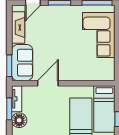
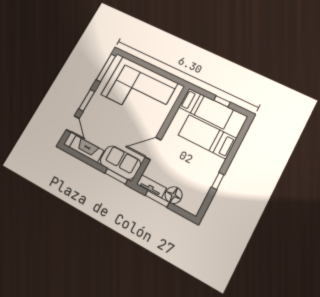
corner sofa: (99, 35) -> (139, 89), width x1.36, depth x1.36
door: (48, 83) -> (153, 148), hinge flipped

